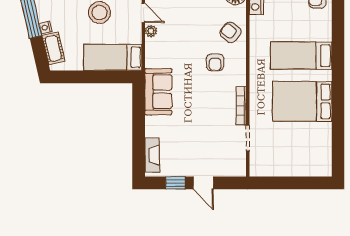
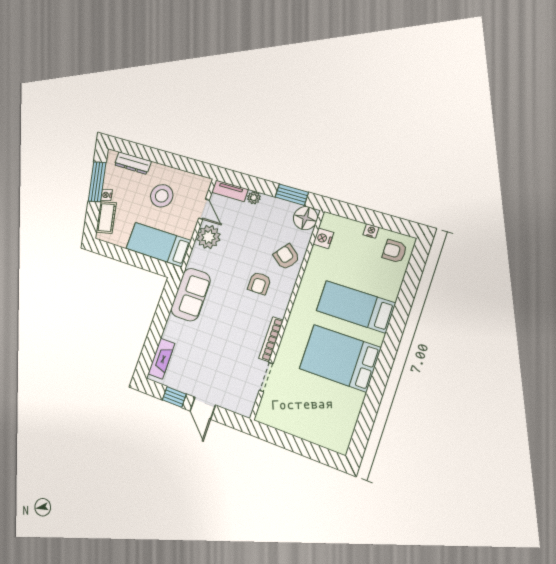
plant: (151, 31) -> (208, 237), width x1.88, depth x1.88

